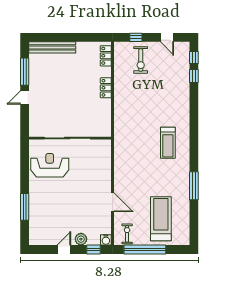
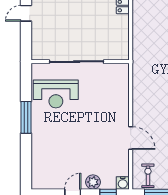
reception desk: (50, 165) -> (56, 94), turned 180
window: (25, 207) -> (26, 117), moved

